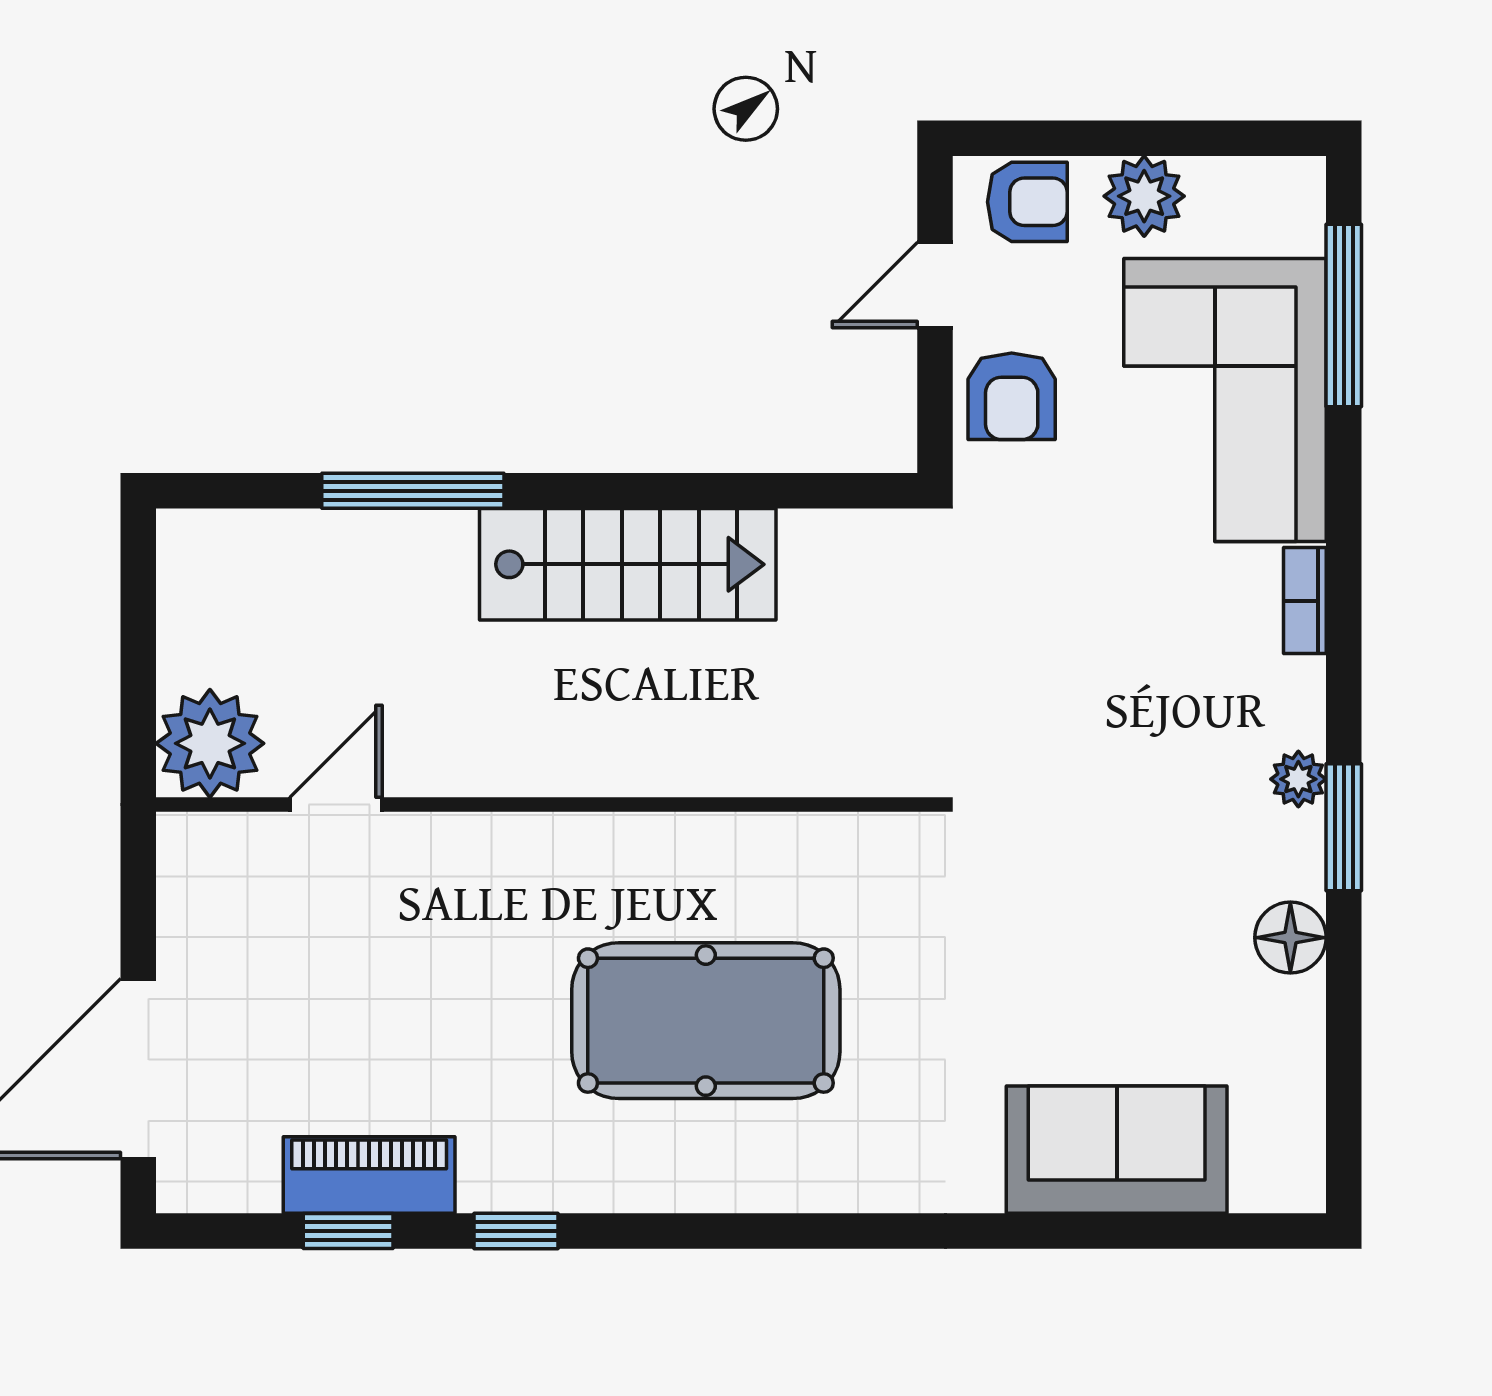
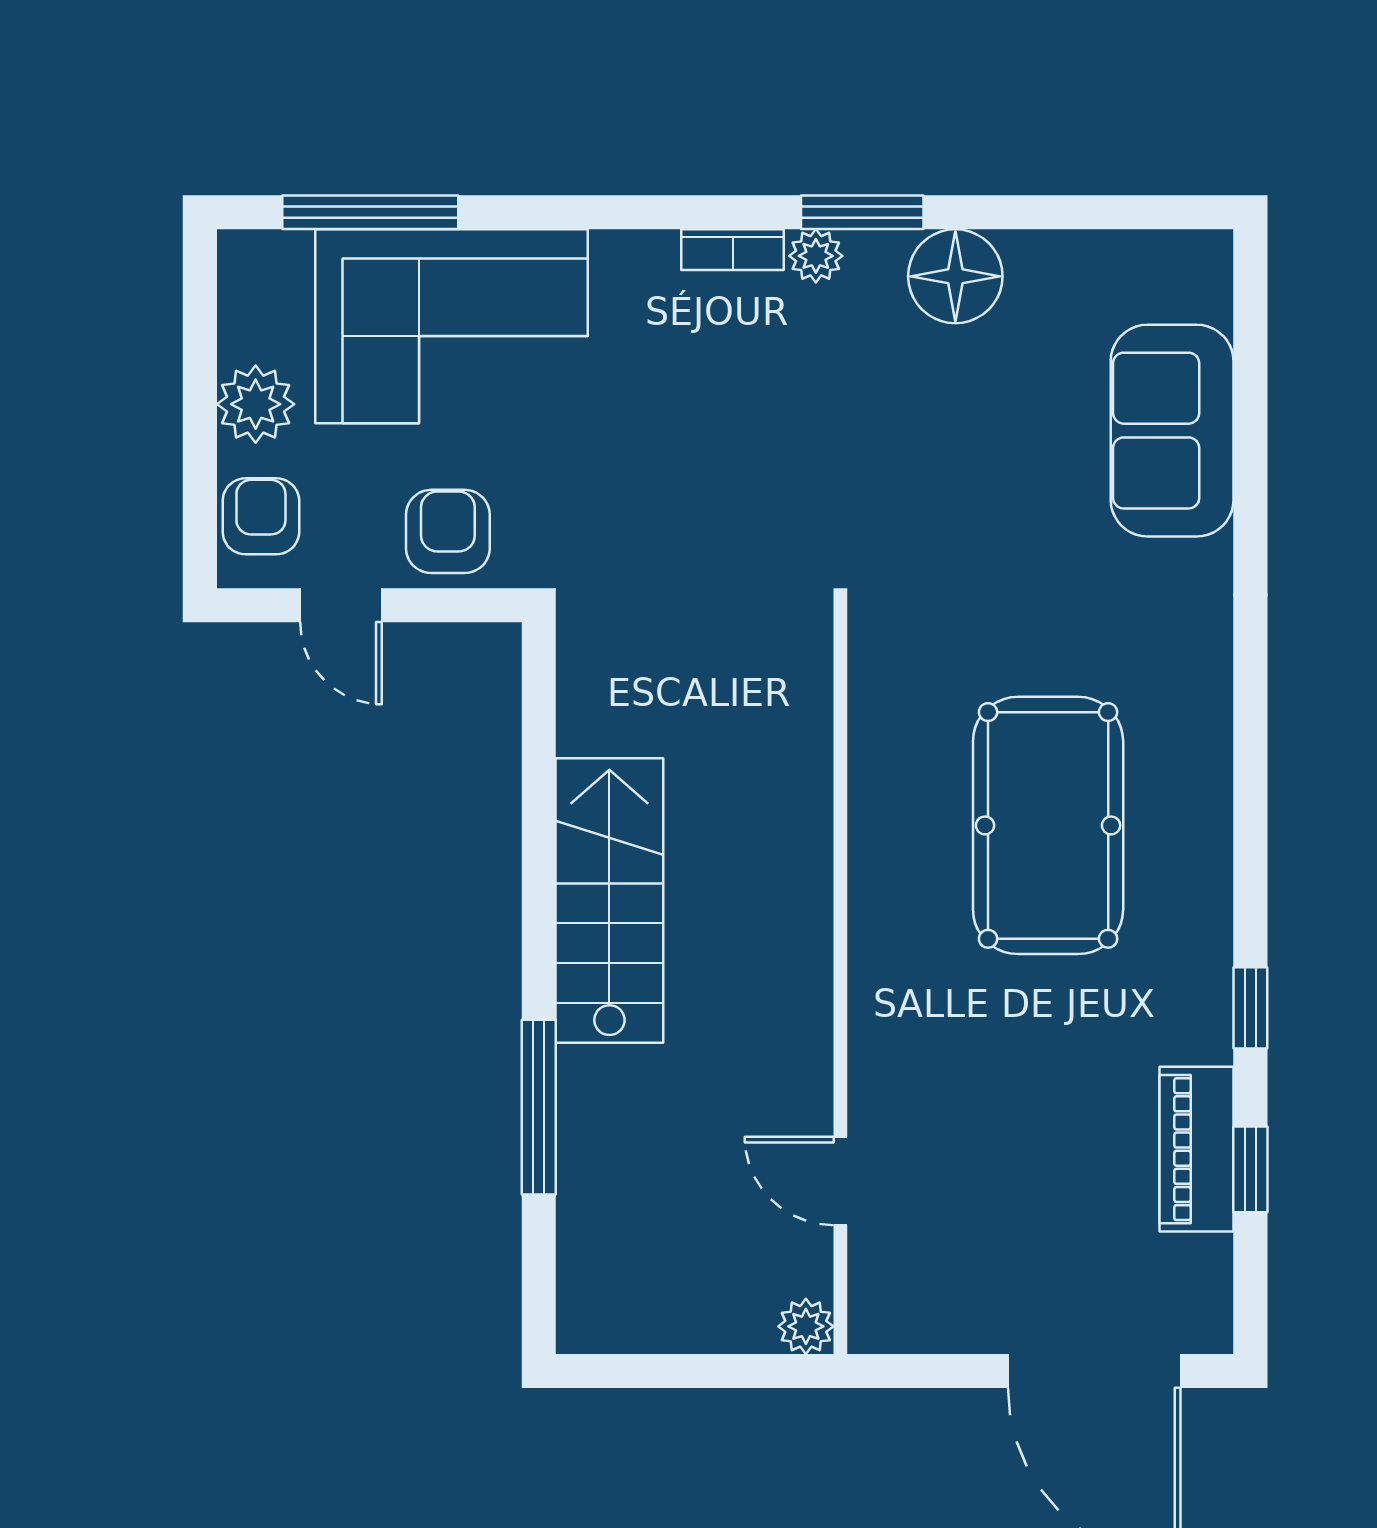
armchair: (1012, 396) -> (448, 531), turned -90
bookcase: (1305, 601) -> (733, 250), moved
plant: (210, 743) -> (806, 1326), width x0.53, depth x0.53
floor lamp: (1290, 938) -> (955, 276), width x1.38, depth x1.38

